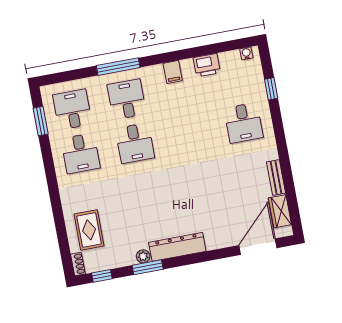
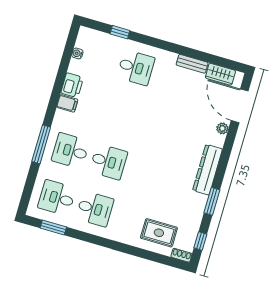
water cooler: (246, 53) -> (77, 53), moved
printer: (207, 65) -> (72, 85), moved
plant: (143, 256) -> (222, 128), moved

